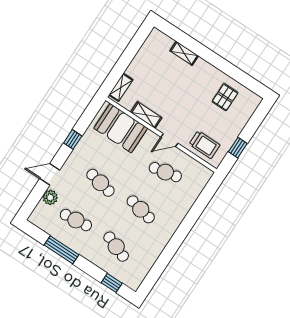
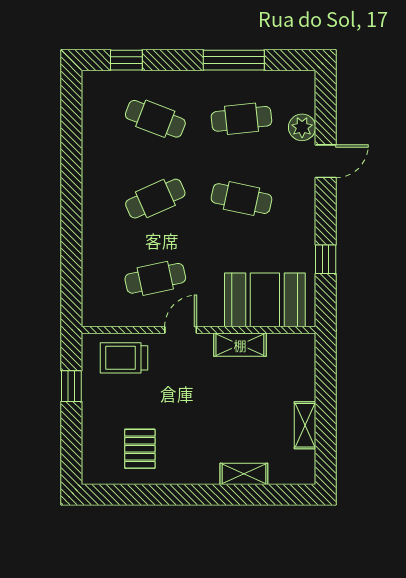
shelving: (121, 87) -> (305, 425), moved
window: (73, 139) -> (326, 259), moved
cafe table: (141, 209) -> (155, 199), turned -36

